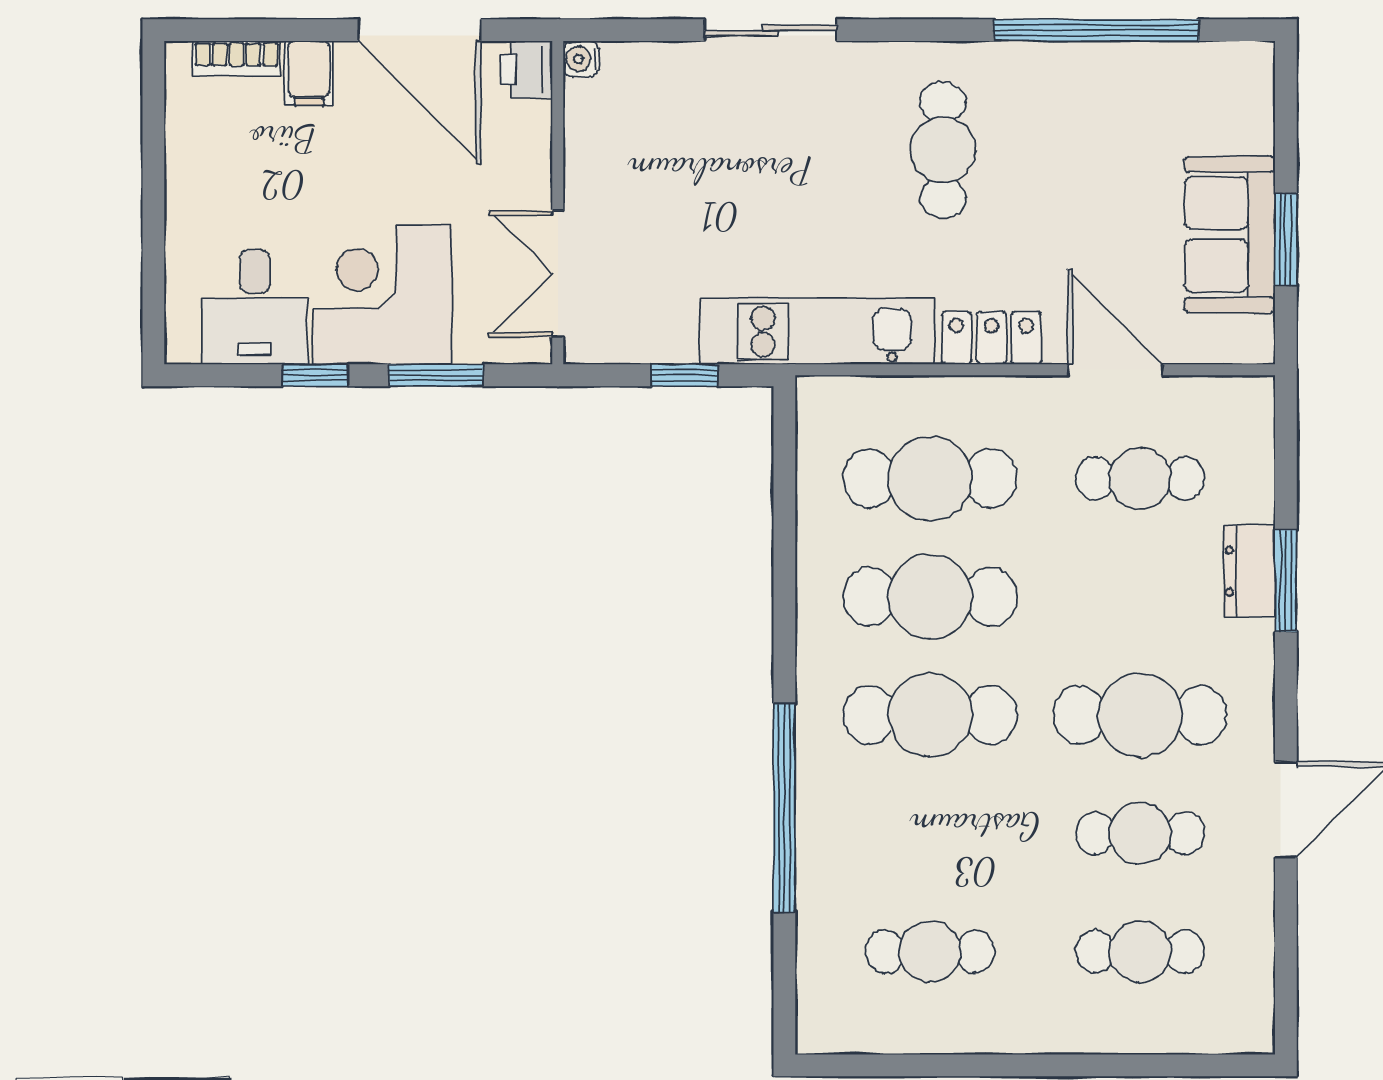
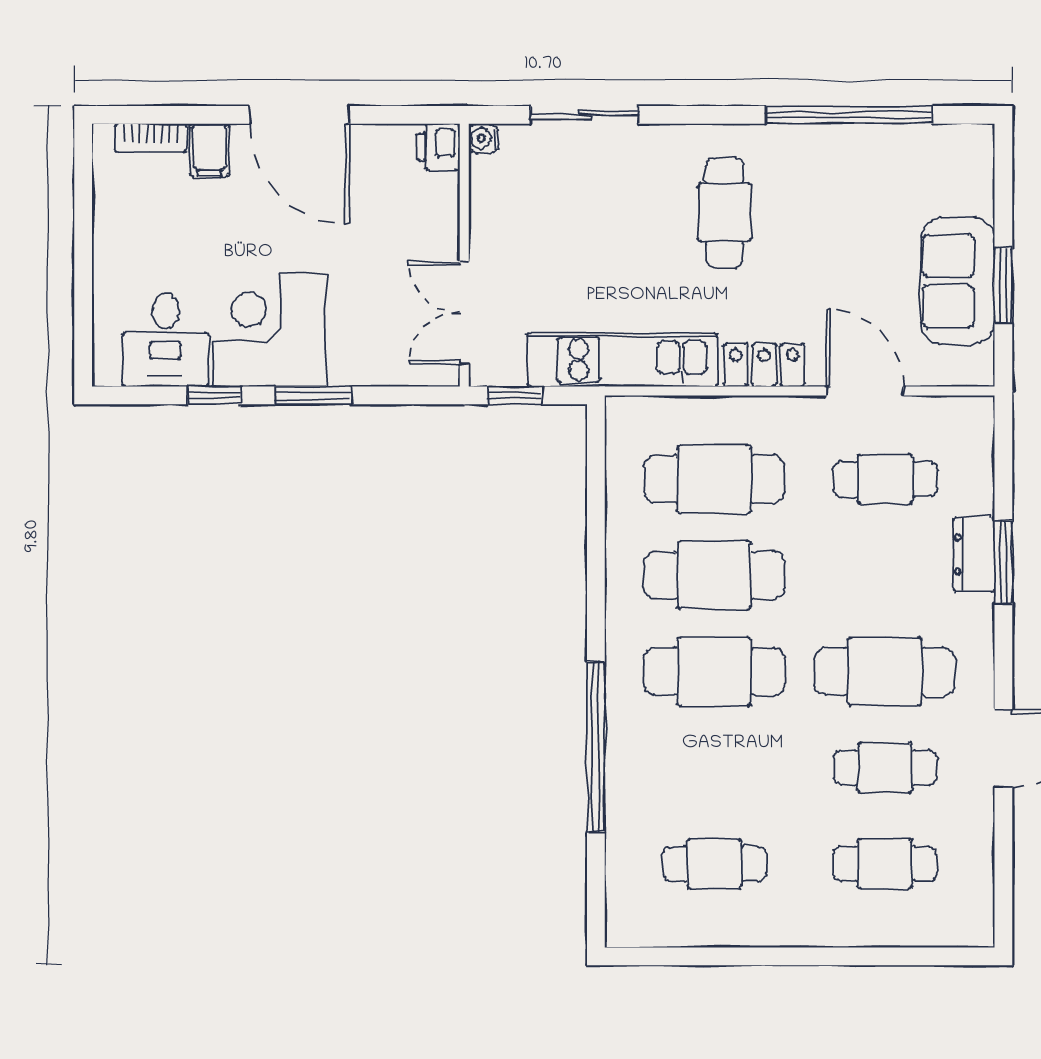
water cooler: (581, 59) -> (483, 138), moved
printer: (526, 70) -> (439, 147), moved
wall: (558, 203) -> (464, 255), moved
double door: (558, 274) -> (464, 313), moved

